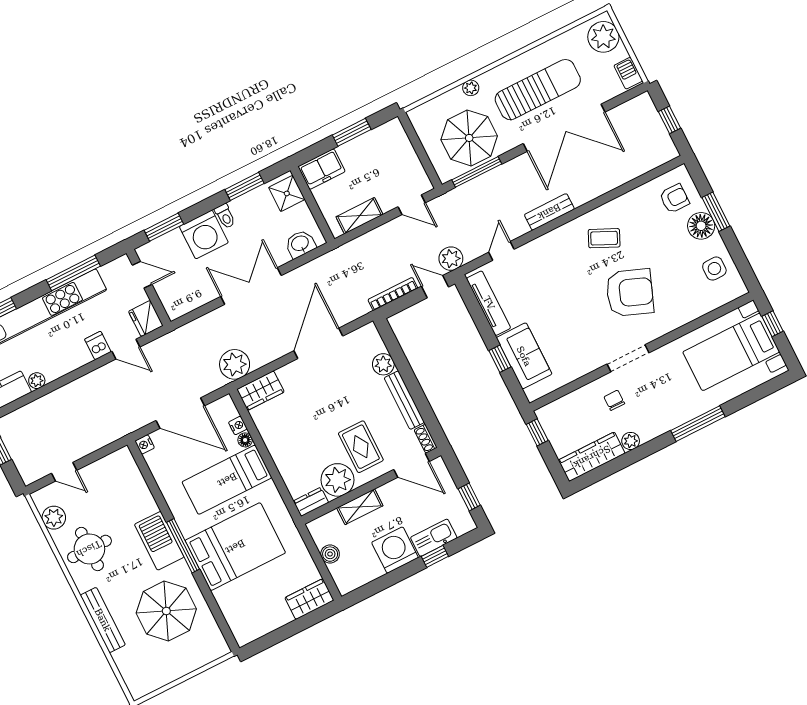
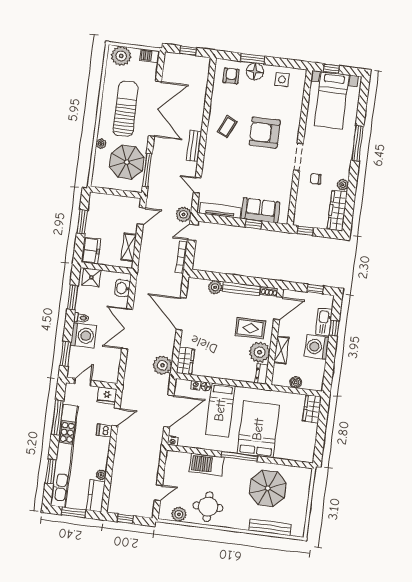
armchair: (630, 293) -> (265, 133), turned -111
barbecue: (159, 541) -> (207, 464), moved
bench: (103, 620) -> (270, 527), moved

